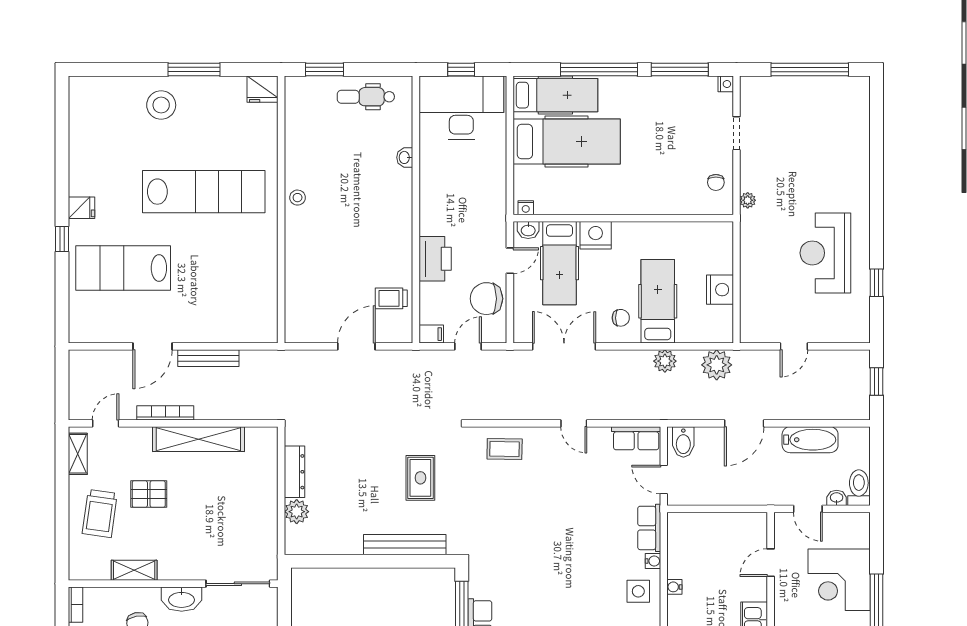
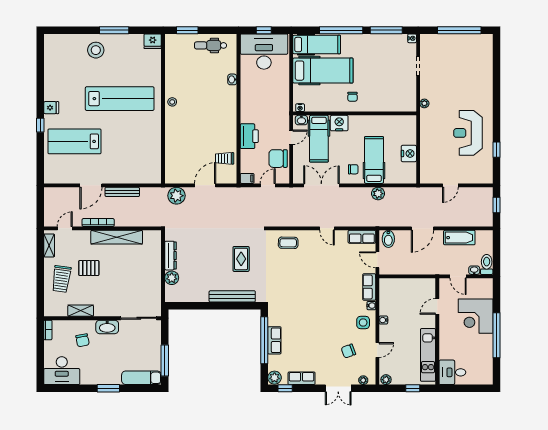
chair: (716, 182) -> (352, 97), moved
plant: (717, 365) -> (176, 196), moved

